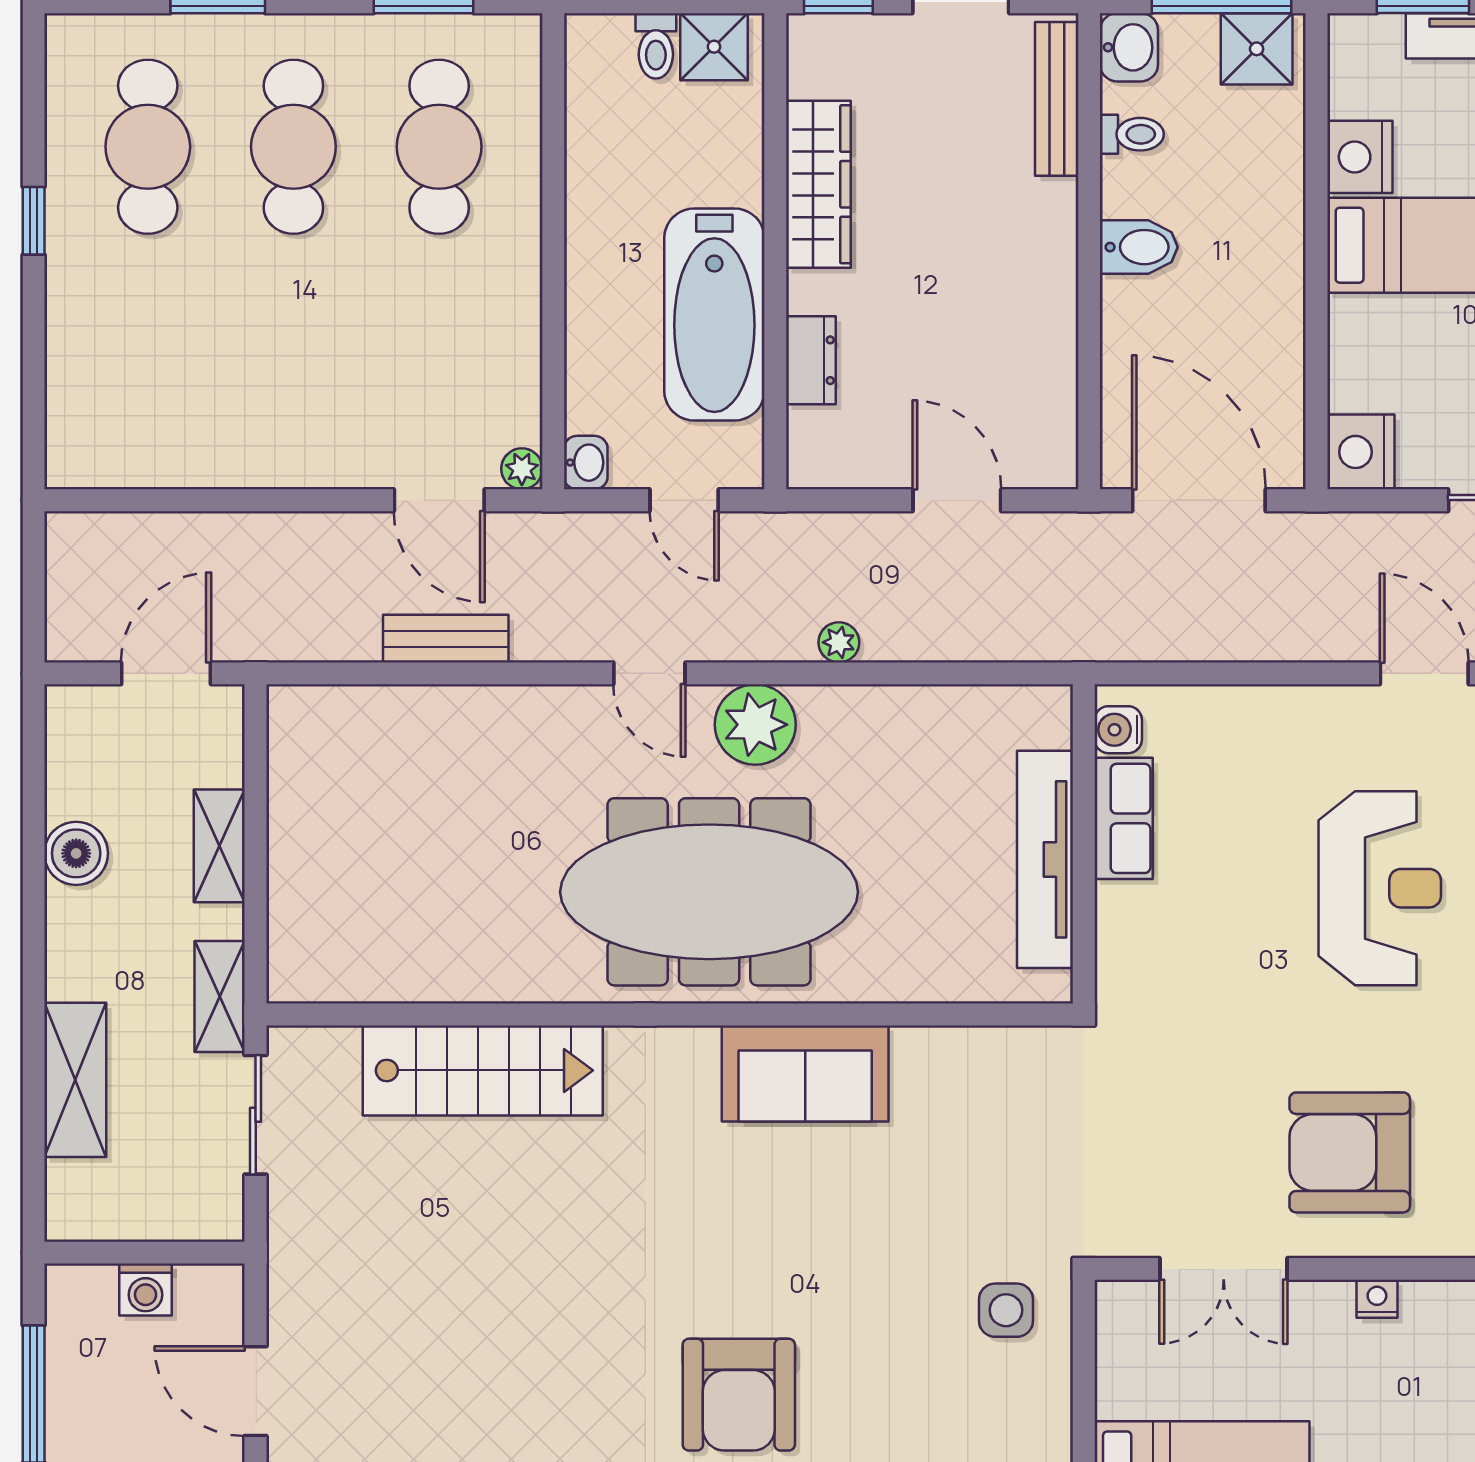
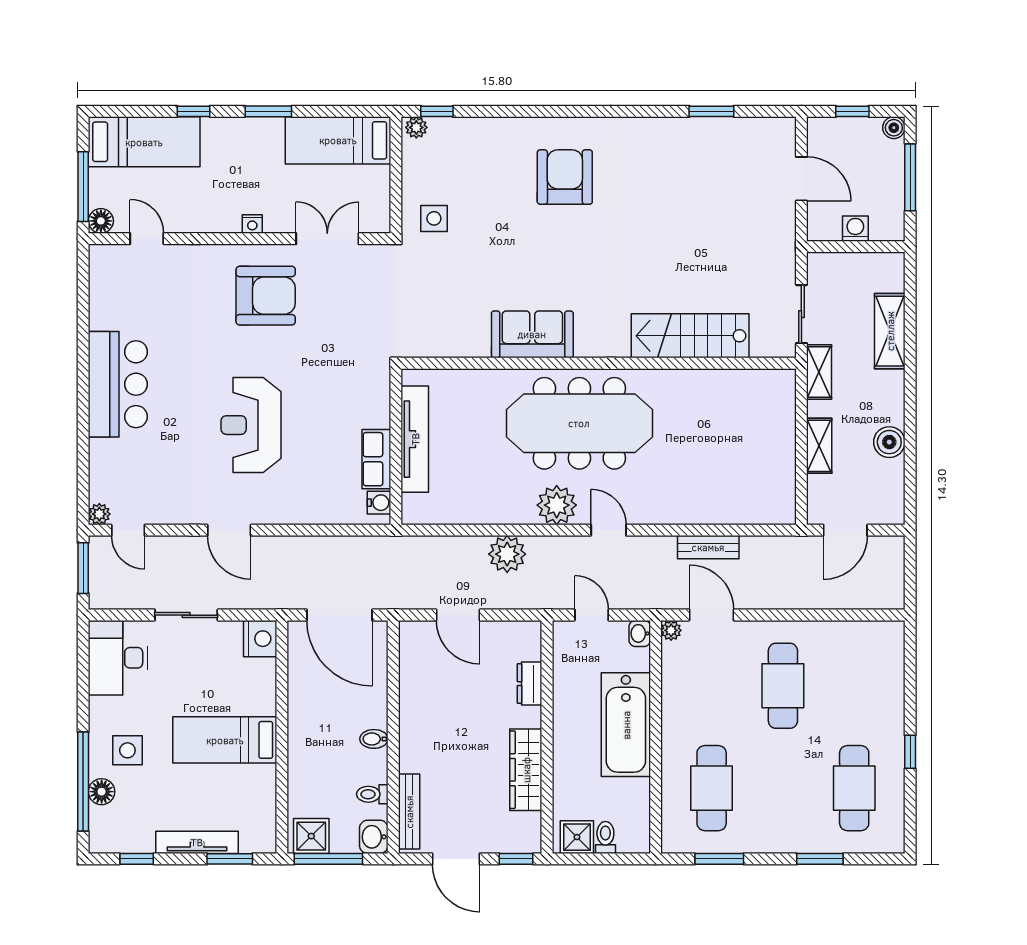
cafe table: (293, 147) -> (783, 686), moved
nightstand: (1360, 157) -> (261, 783), removed
bidet: (1139, 247) -> (374, 739), width x0.72, depth x0.74
bathtub: (714, 314) -> (626, 725), moved, turned 180
plant: (839, 642) -> (507, 554), width x1.88, depth x1.88

